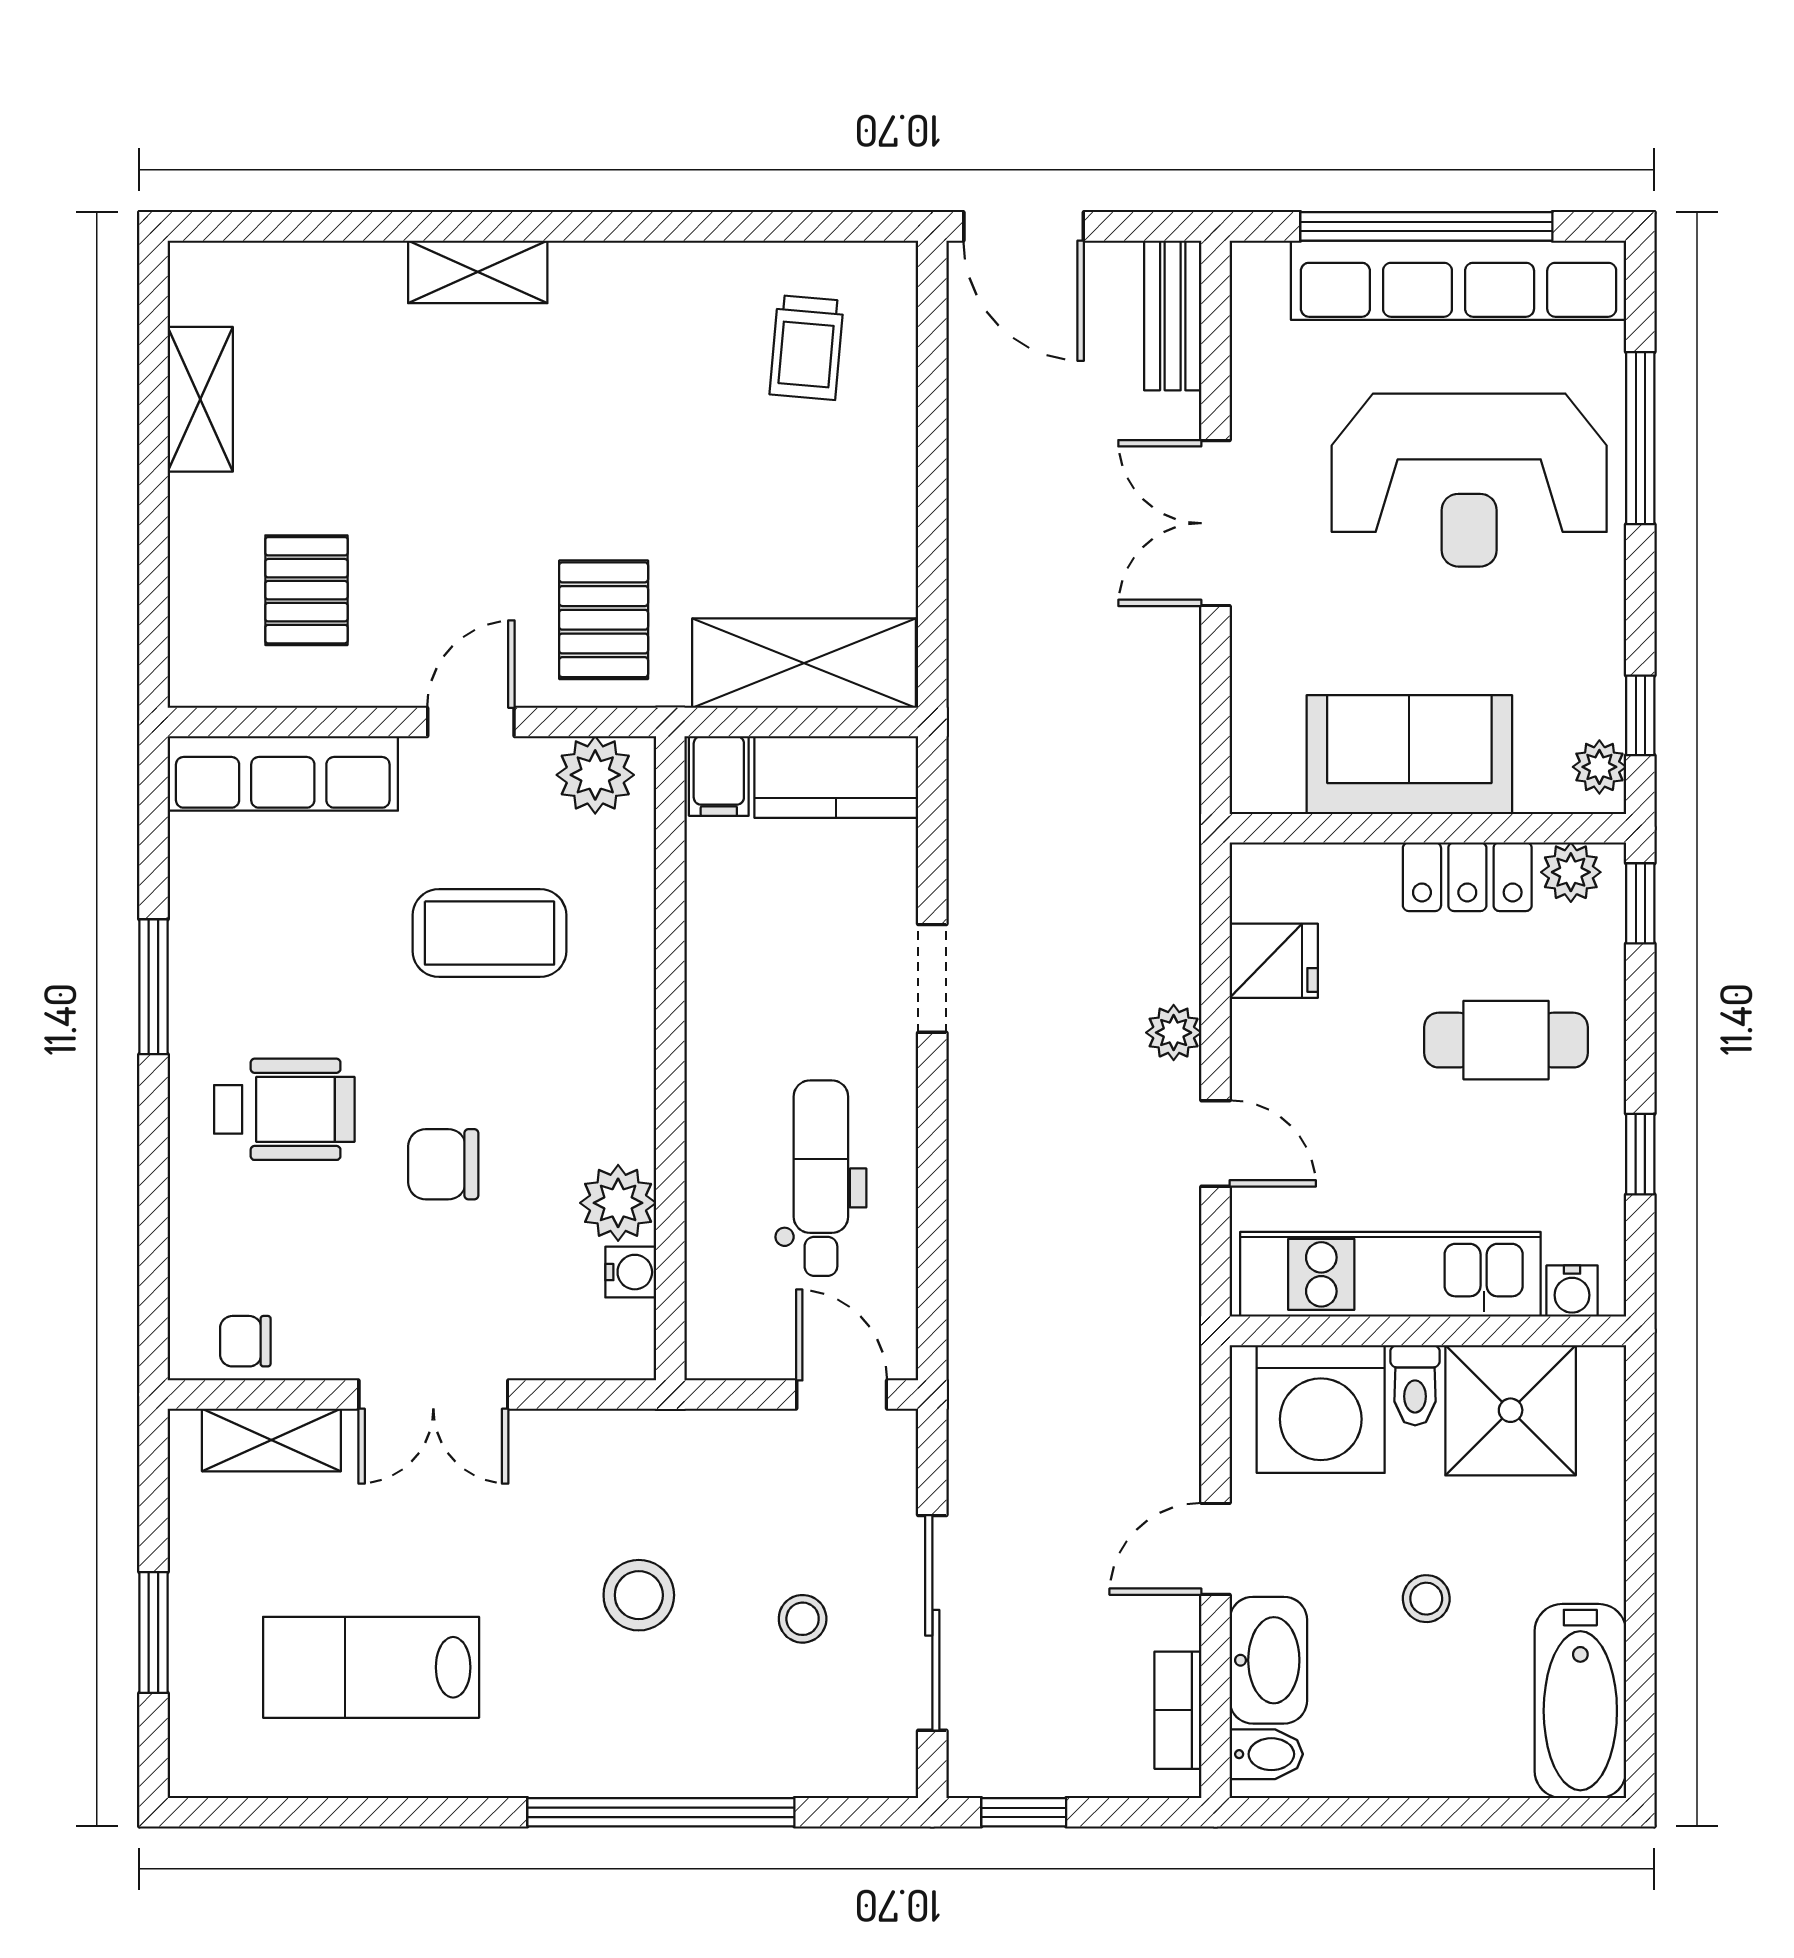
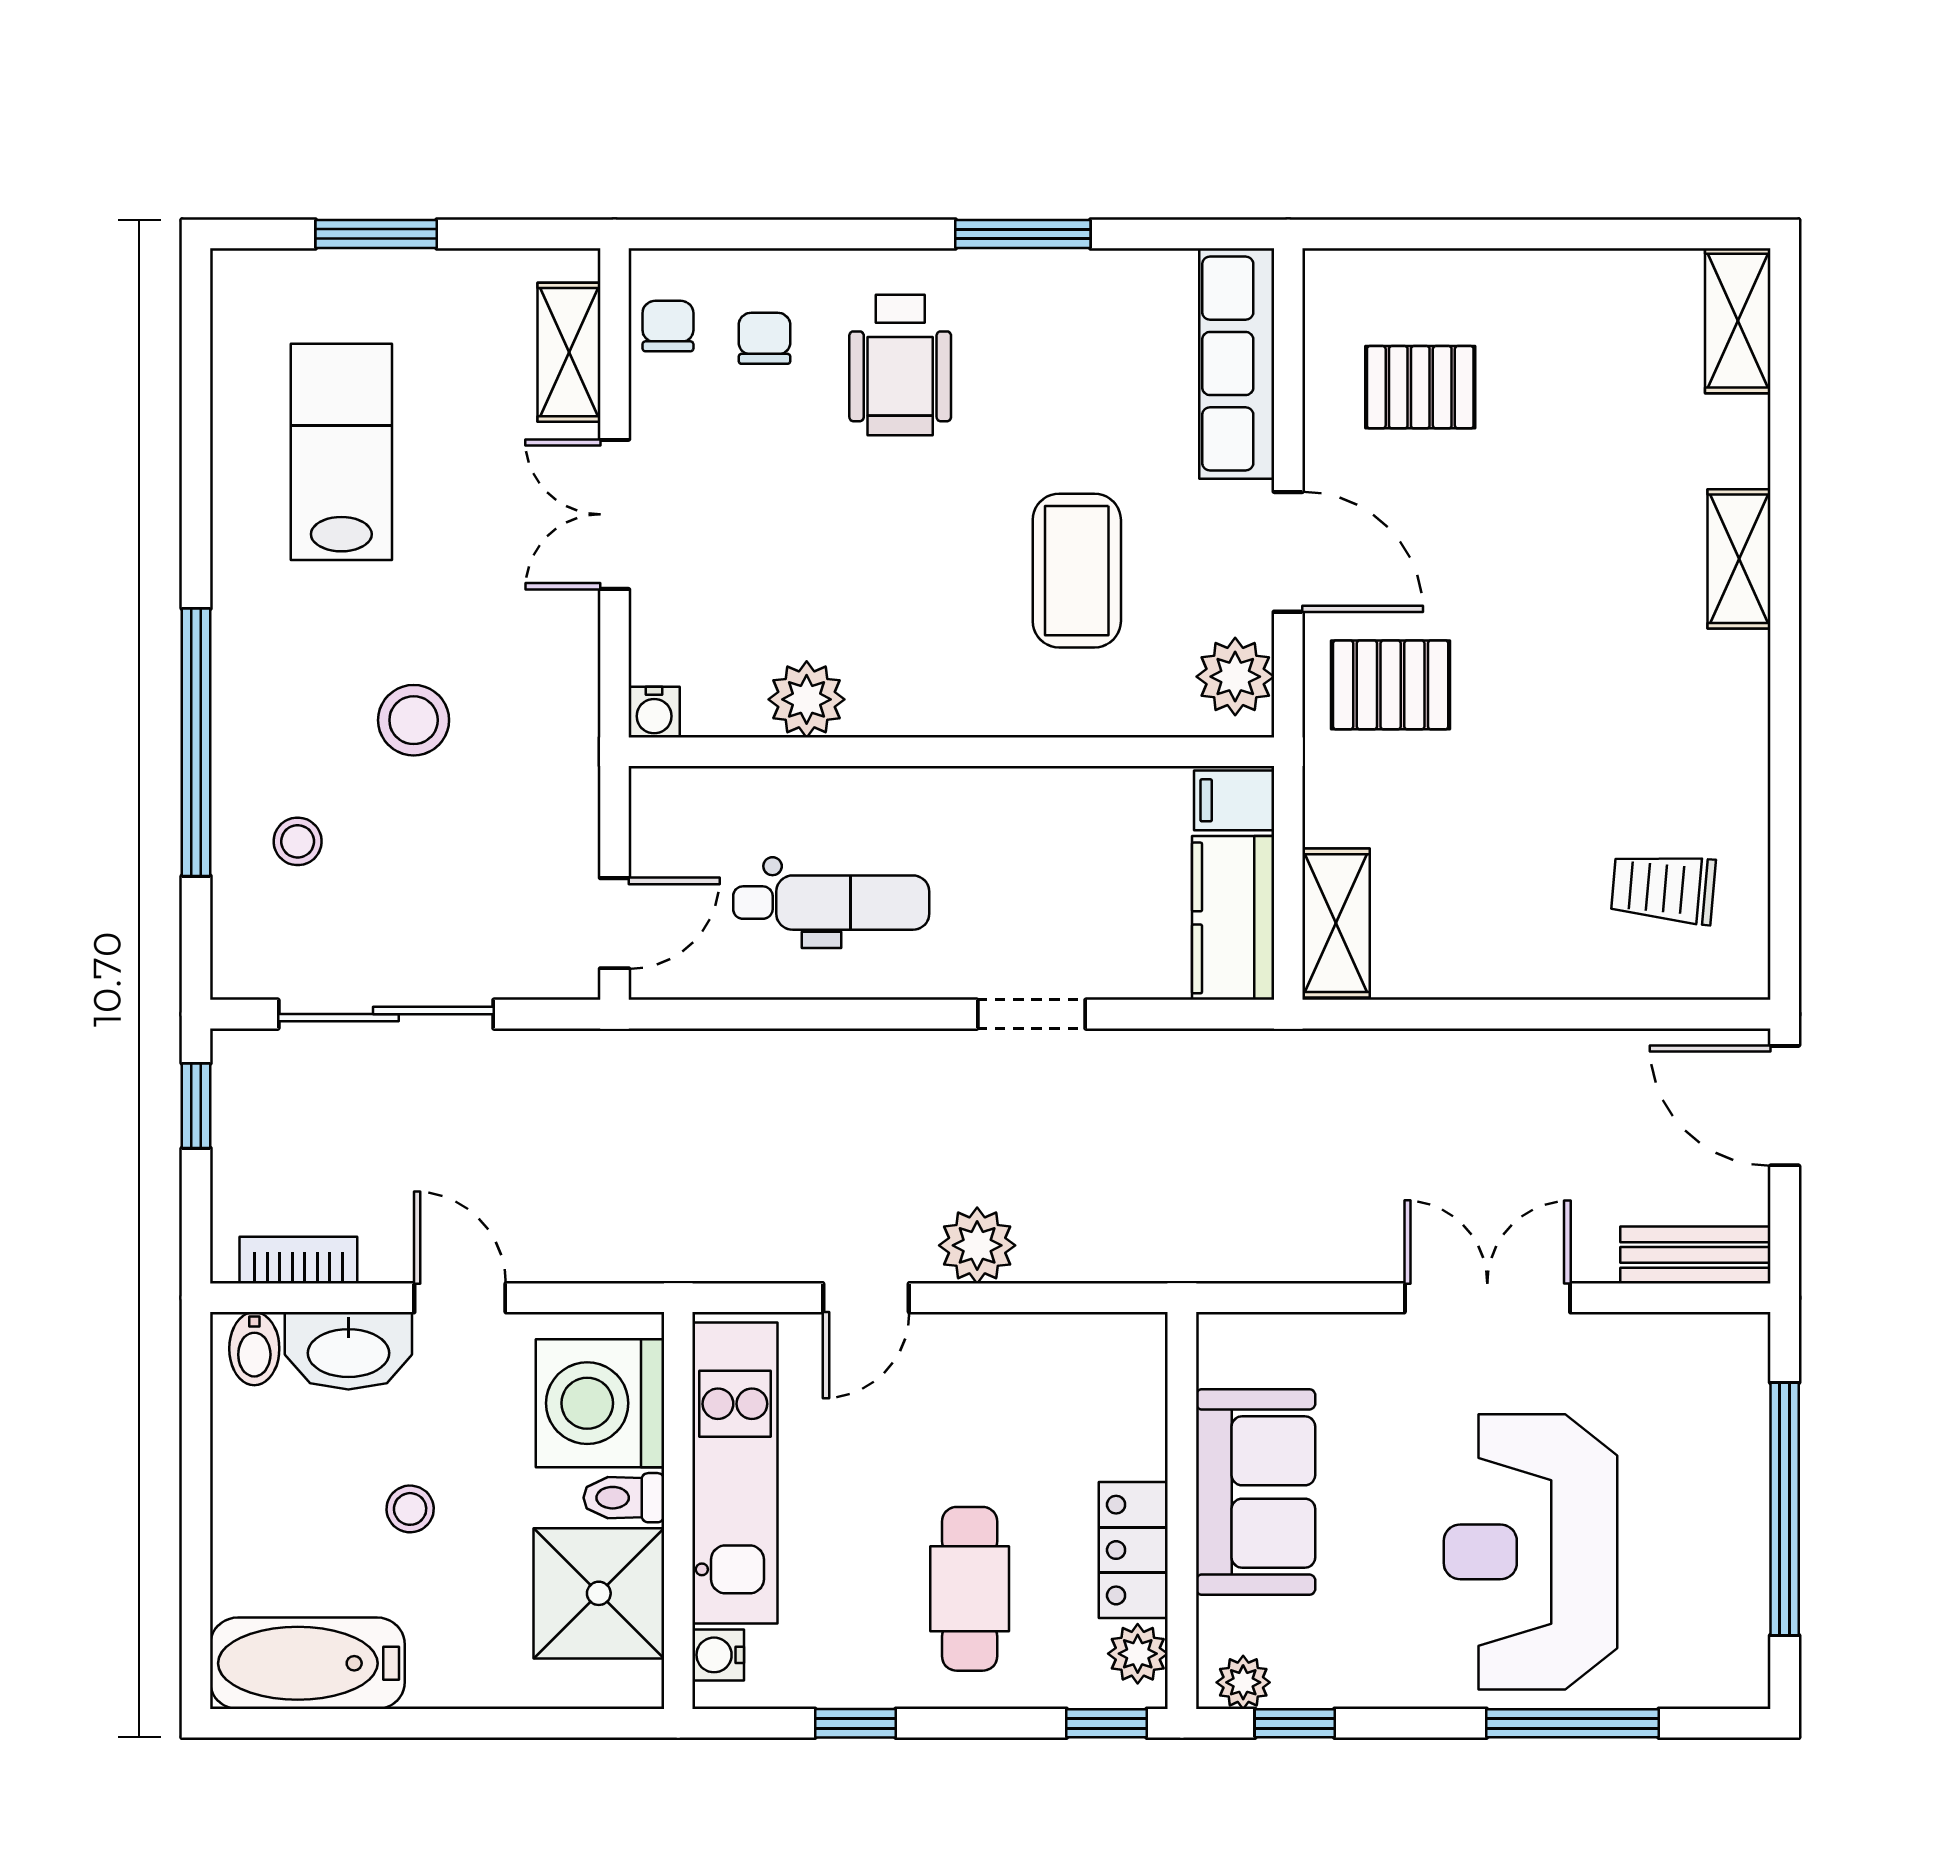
door: (1024, 226) -> (1785, 1106), hinge flipped
row of seats: (1459, 280) -> (1731, 1541), removed
shelving: (200, 399) -> (1738, 321), moved, turned 90
shelving: (804, 663) -> (1336, 923), width x0.67, depth x0.75
door: (471, 722) -> (1288, 552), width x1.38
fridge: (1274, 961) -> (1049, 1356), removed
plant: (1174, 1033) -> (977, 1245), width x1.38, depth x1.38
chair: (443, 1164) -> (764, 338), moved, width x0.73, depth x0.73
water cooler: (631, 1272) -> (654, 712), moved
stool: (803, 1619) -> (298, 841), moved

